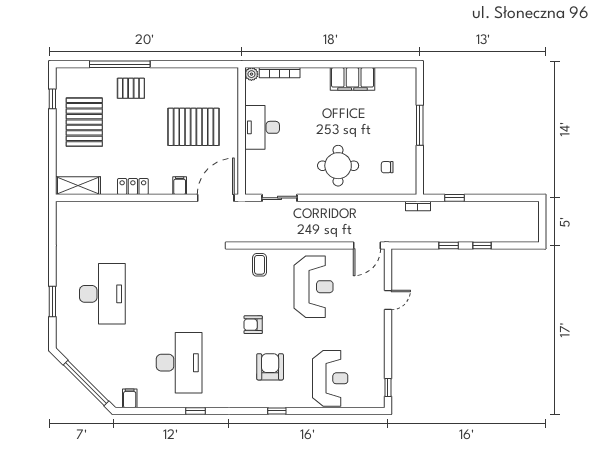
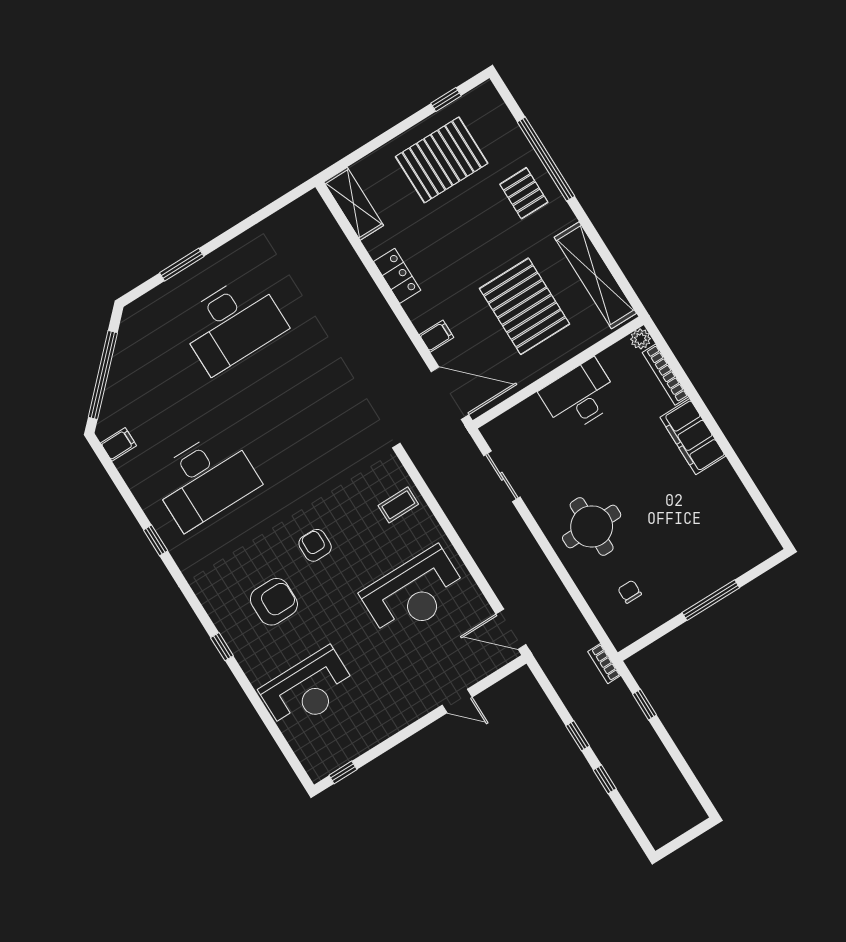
shelving: (201, 77) -> (595, 275), added
filing cabinet: (353, 79) -> (693, 437), moved

